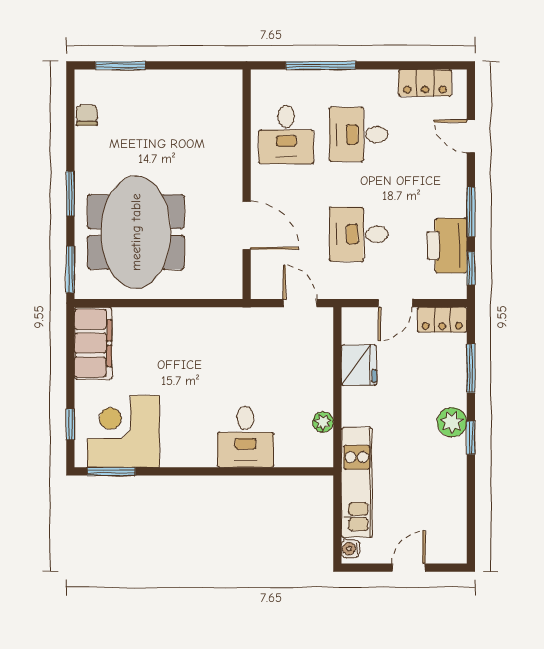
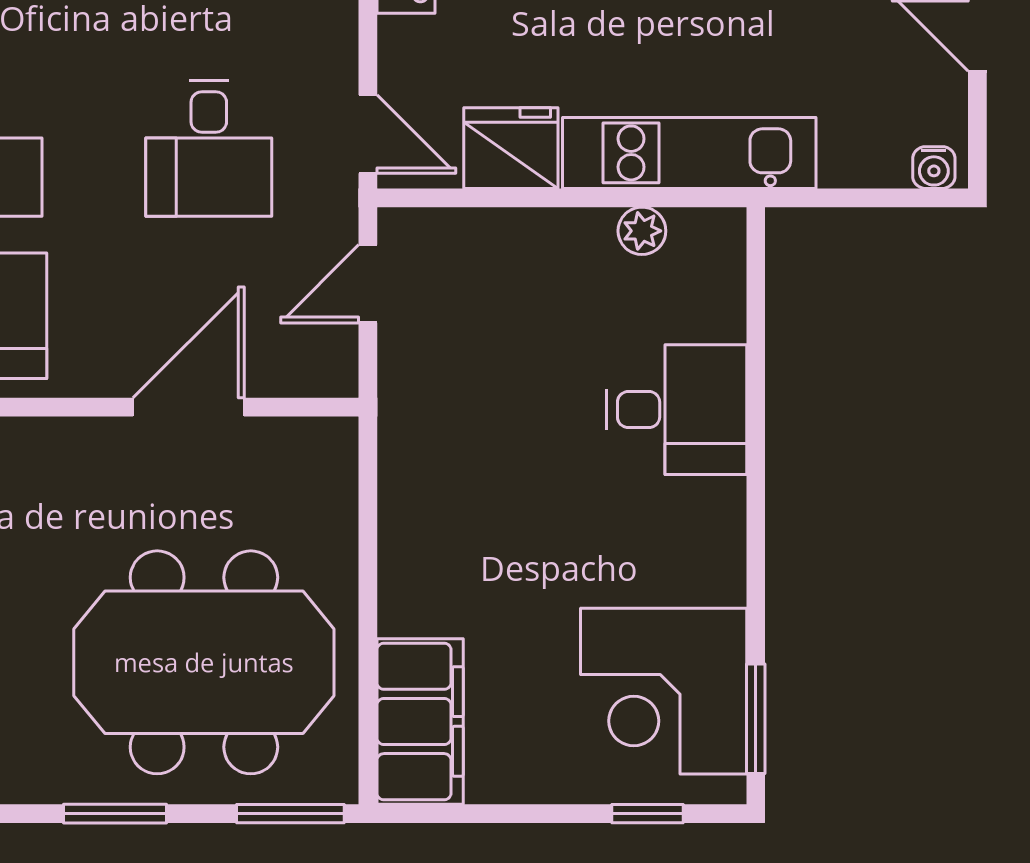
door: (395, 303) -> (368, 134), moved
filing cabinet: (93, 343) -> (420, 721), moved, turned 90
kitchen unit: (357, 482) -> (689, 153), moved

